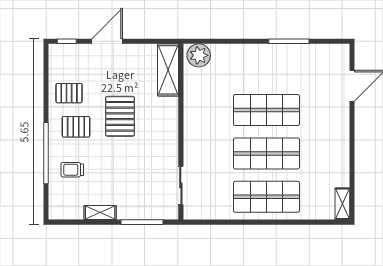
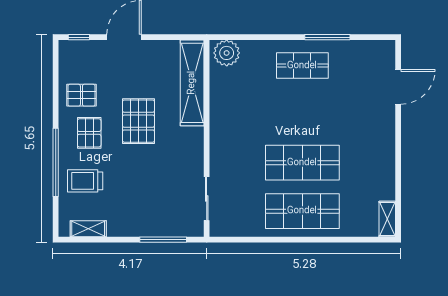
shelving: (168, 70) -> (192, 83), width x1.47
shop shelf: (266, 110) -> (302, 66), moved, width x0.70, depth x0.74
pallet: (76, 127) -> (89, 133), turned 90
trolley: (72, 170) -> (85, 181), width x1.36, depth x1.39
shelving: (100, 213) -> (88, 229), moved

